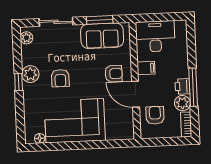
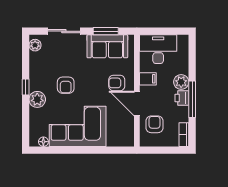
plant: (30, 74) -> (37, 99), moved
armchair: (114, 74) -> (117, 83), turned 180
plant: (182, 103) -> (181, 82), moved

